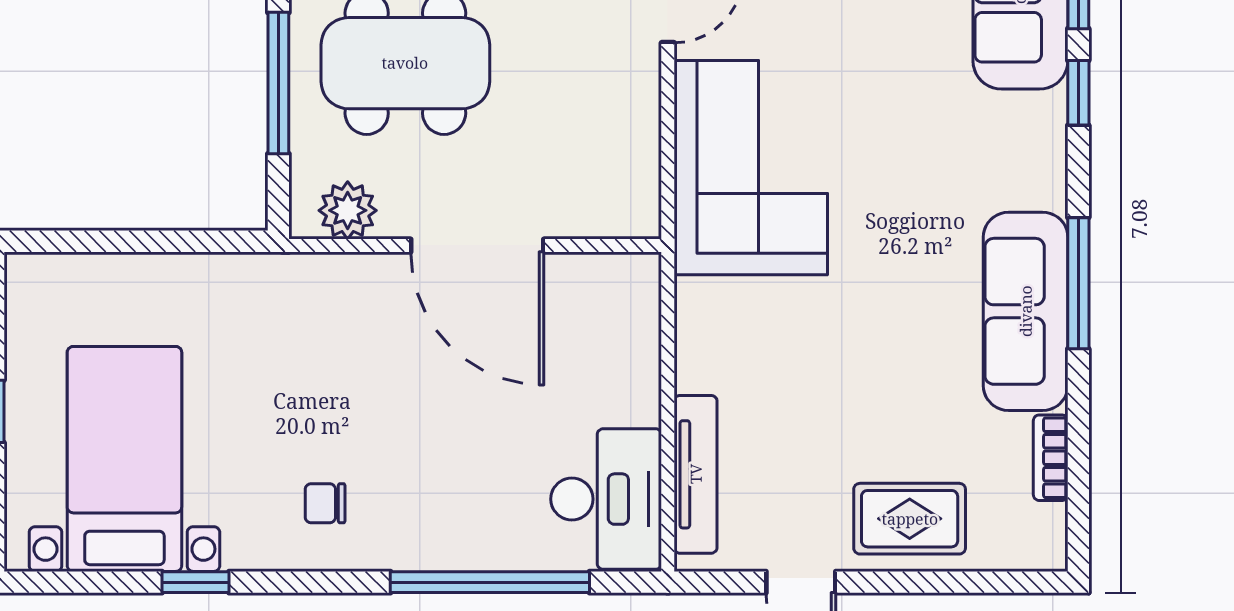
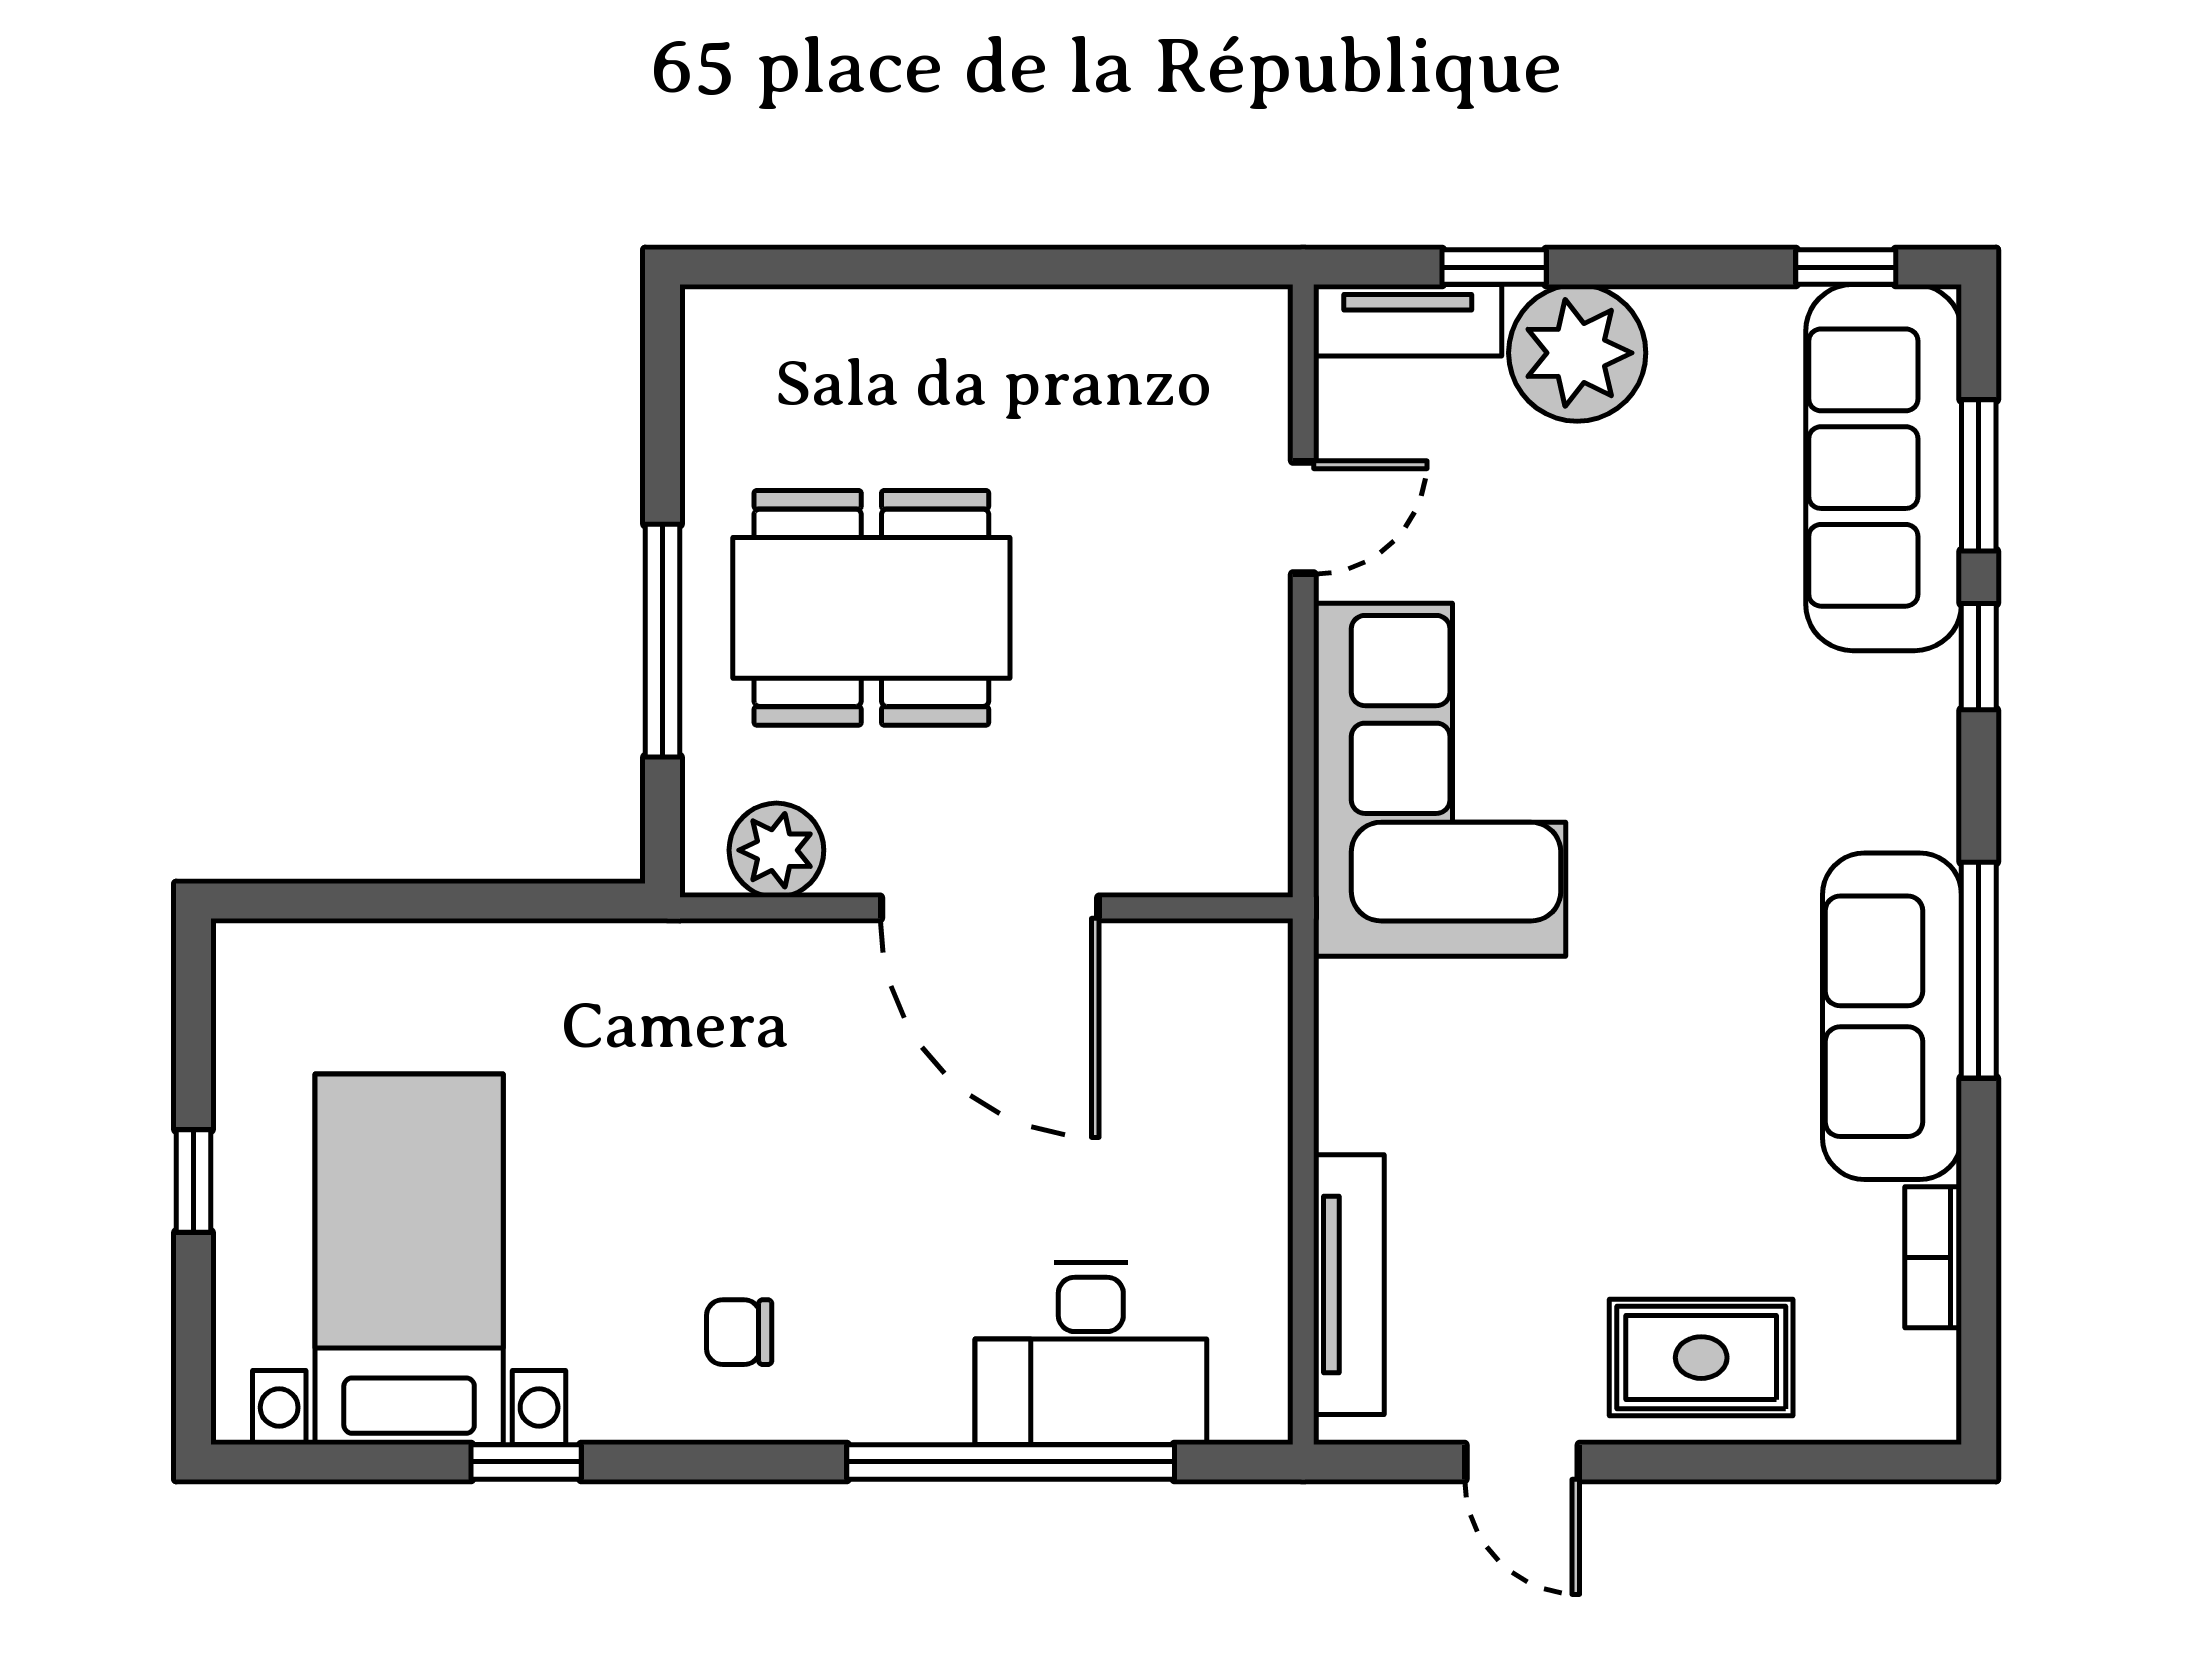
desk: (606, 499) -> (1091, 1354), moved, turned 90

